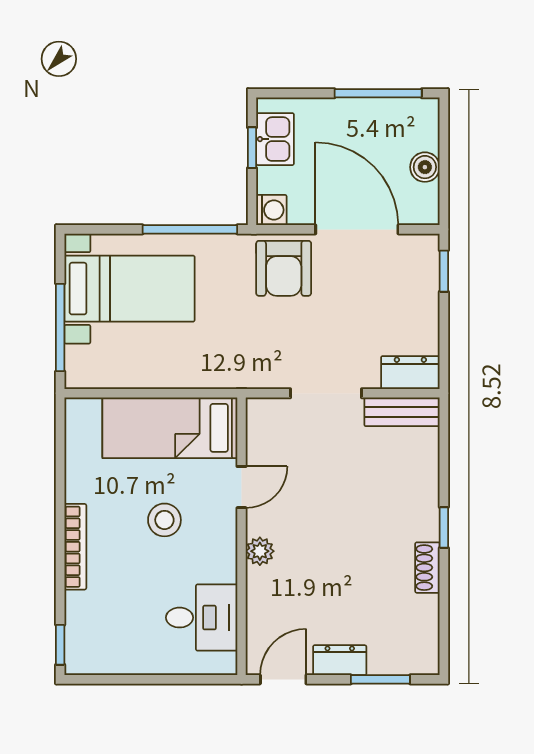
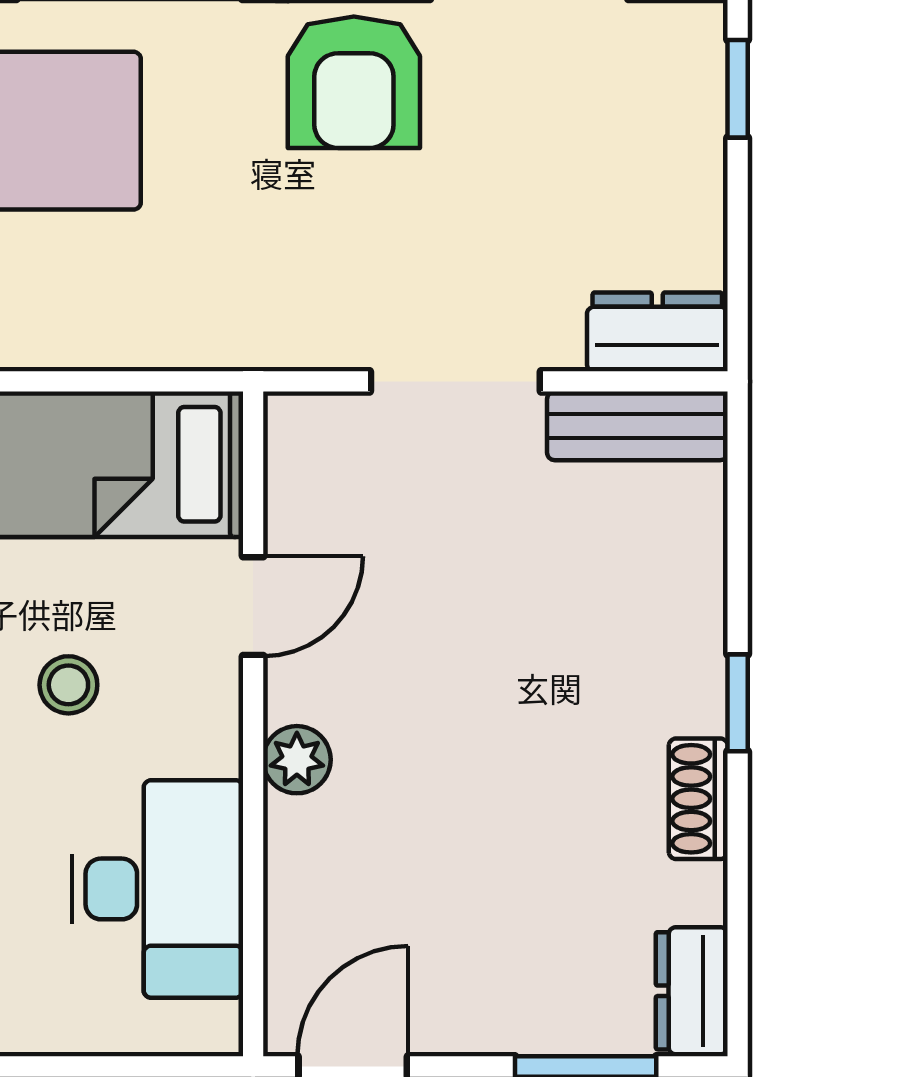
stool: (164, 520) -> (68, 685), width x0.73, depth x0.73
desk: (202, 618) -> (158, 889), width x1.37
dresser: (340, 660) -> (692, 991), moved, turned -90

